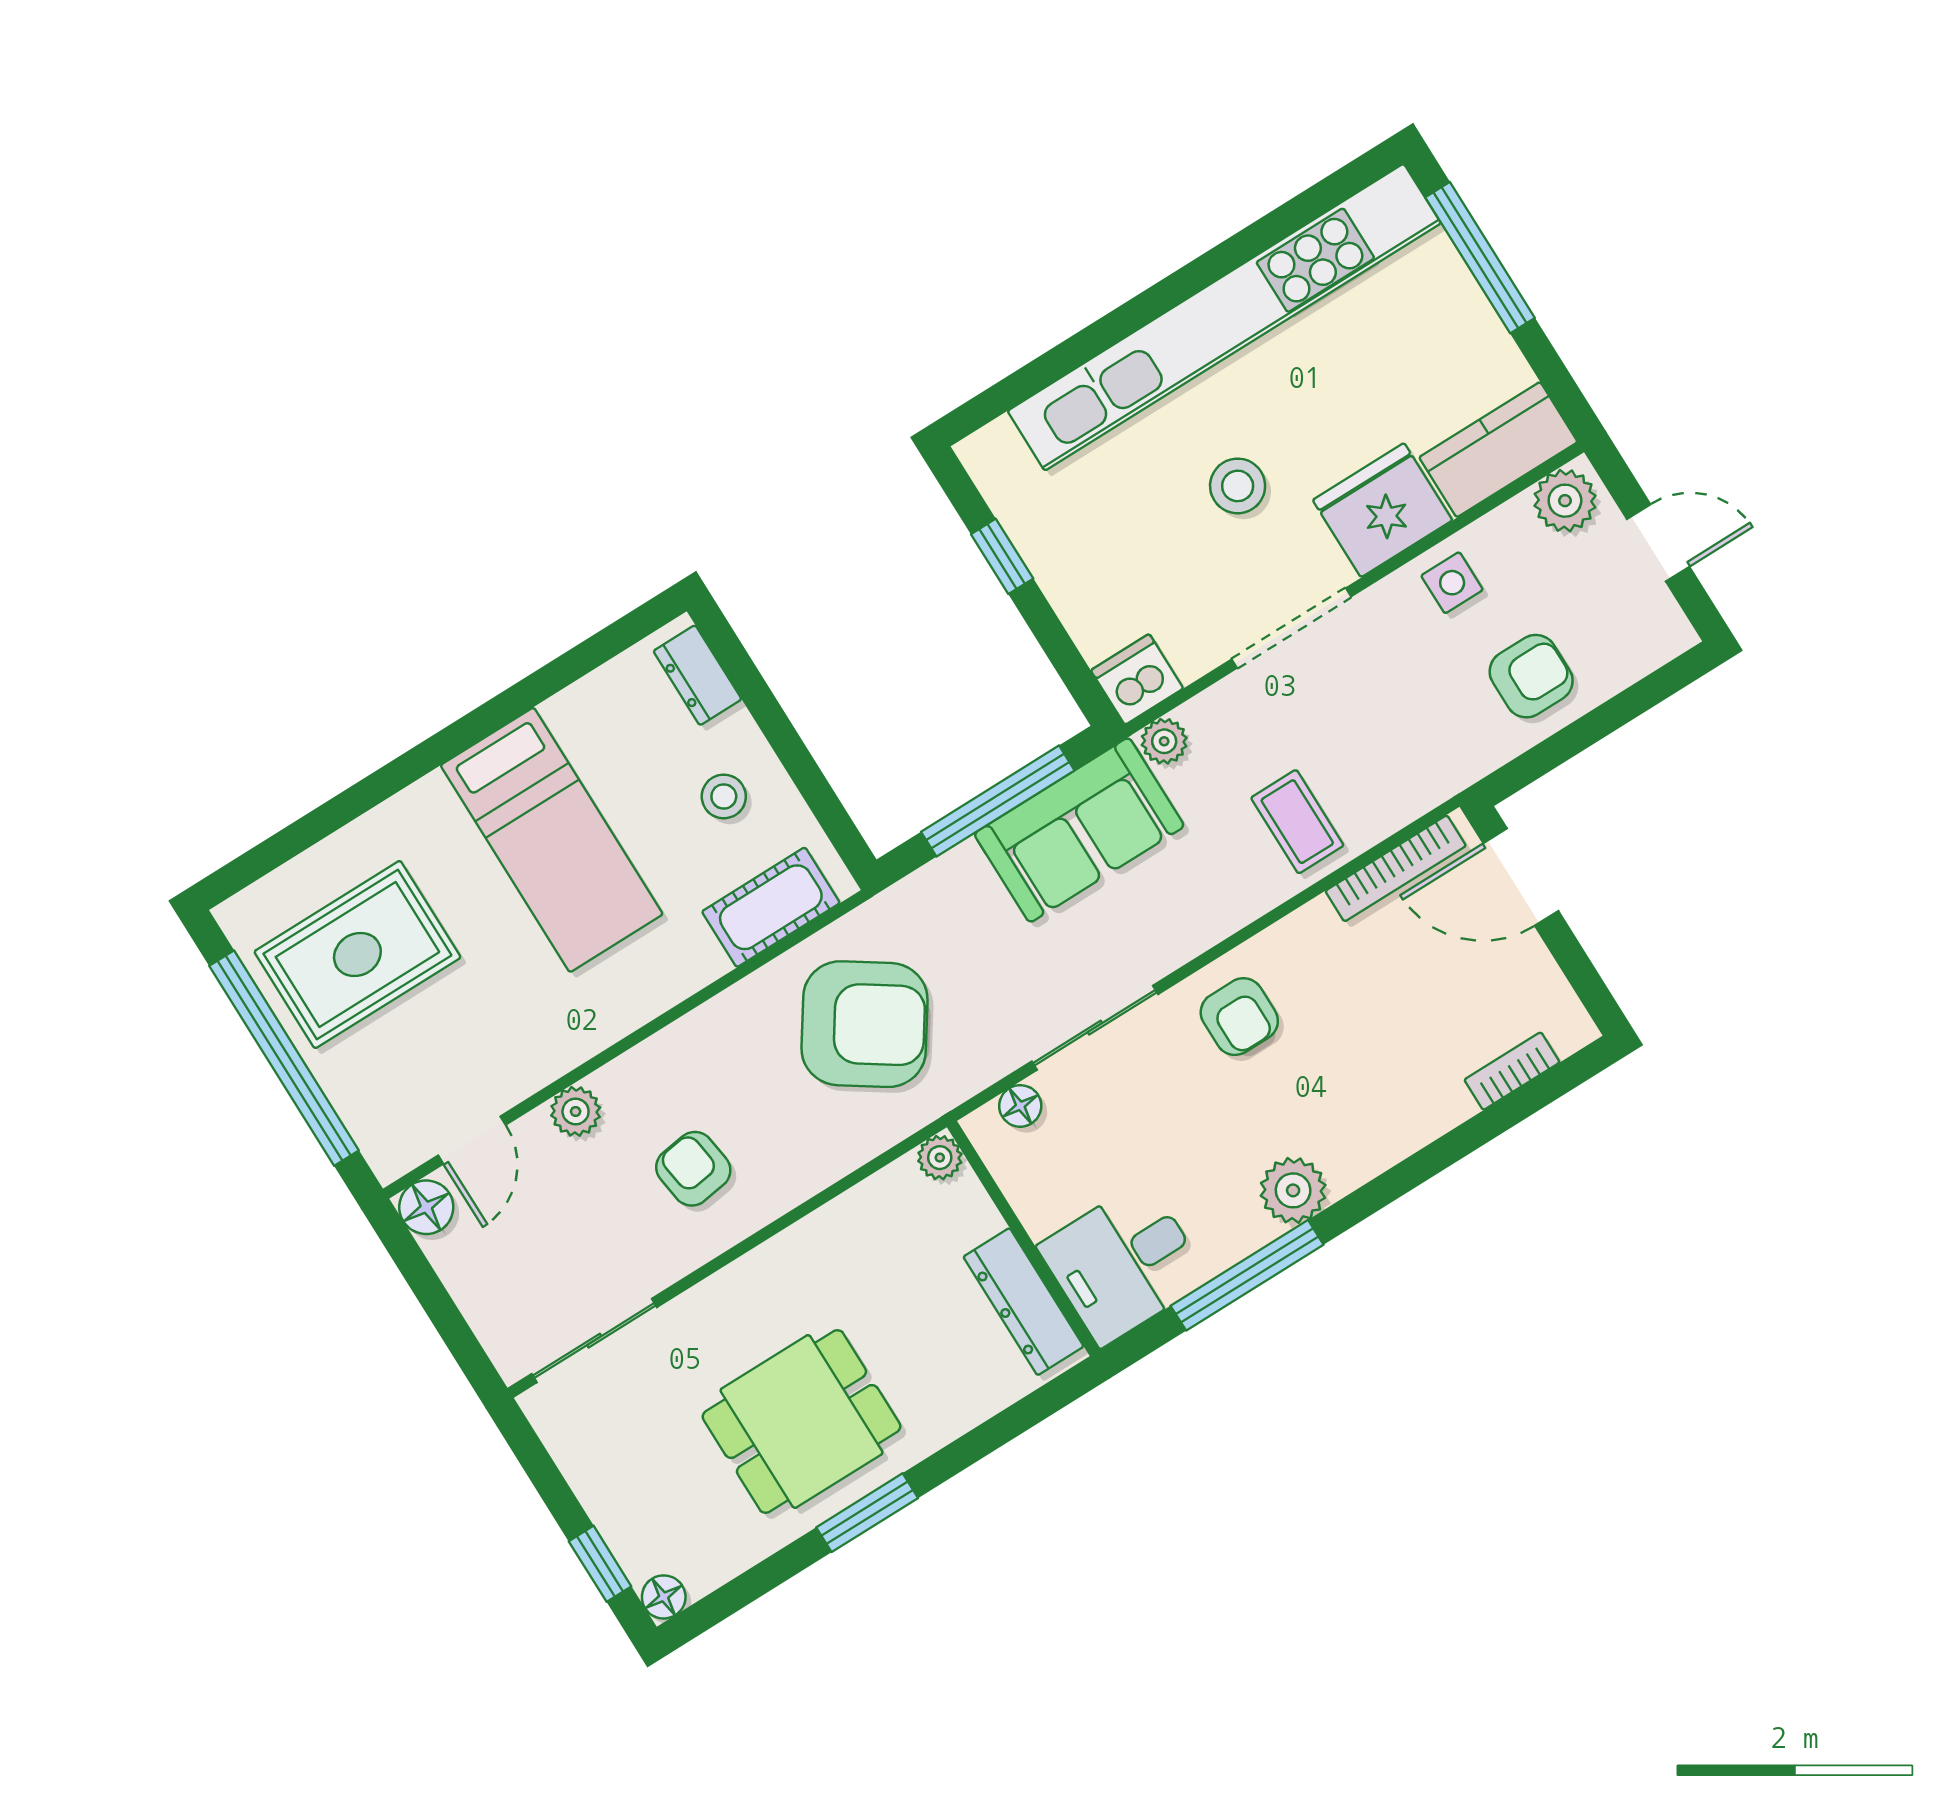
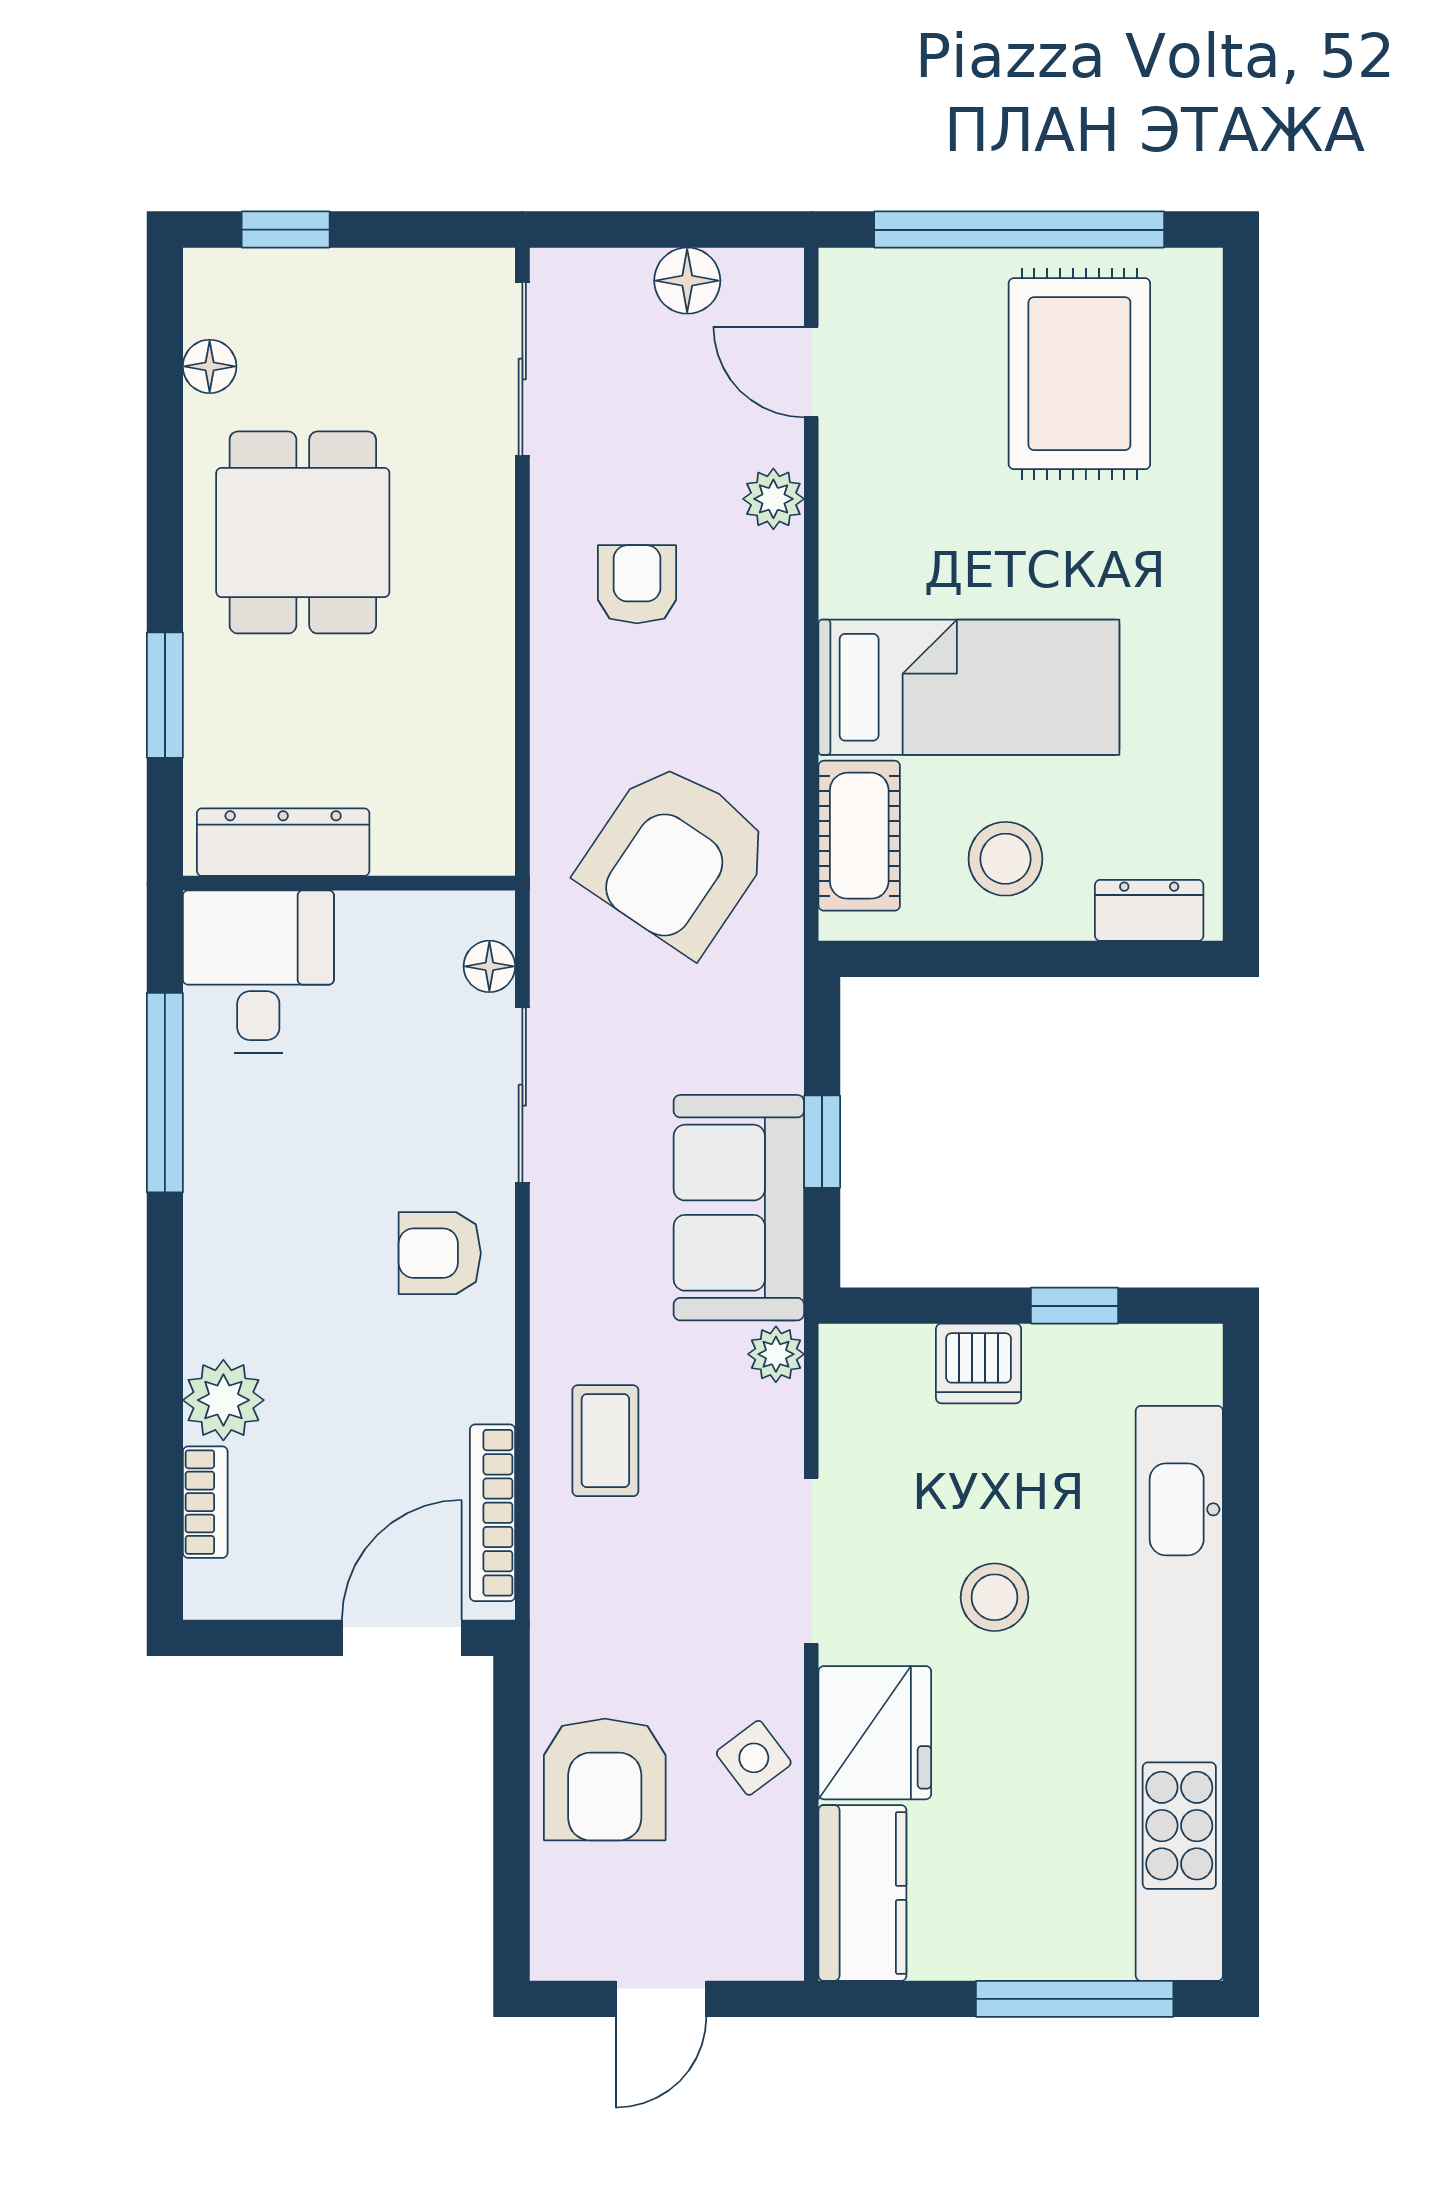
plant: (1565, 501) -> (766, 1929), removed
side table: (1452, 583) -> (754, 1758), turned -37
armchair: (1531, 676) -> (605, 1779), width x1.38, depth x1.38
dishwasher: (1137, 679) -> (979, 1363), moved, turned 90
stool: (724, 796) -> (1005, 859), width x1.37, depth x1.37
window: (998, 801) -> (822, 1142), width x0.46
coffee table: (1297, 822) -> (605, 1441), turned 90
bed: (552, 840) -> (969, 687), moved, turned 180
plant: (940, 1158) -> (488, 849), removed
armchair: (693, 1169) -> (637, 584), turned -82
plant: (1293, 1190) -> (223, 1400), moved
floor lamp: (426, 1207) -> (687, 281), moved
window: (867, 1513) -> (165, 695), moved
floor lamp: (664, 1597) -> (210, 366), moved

